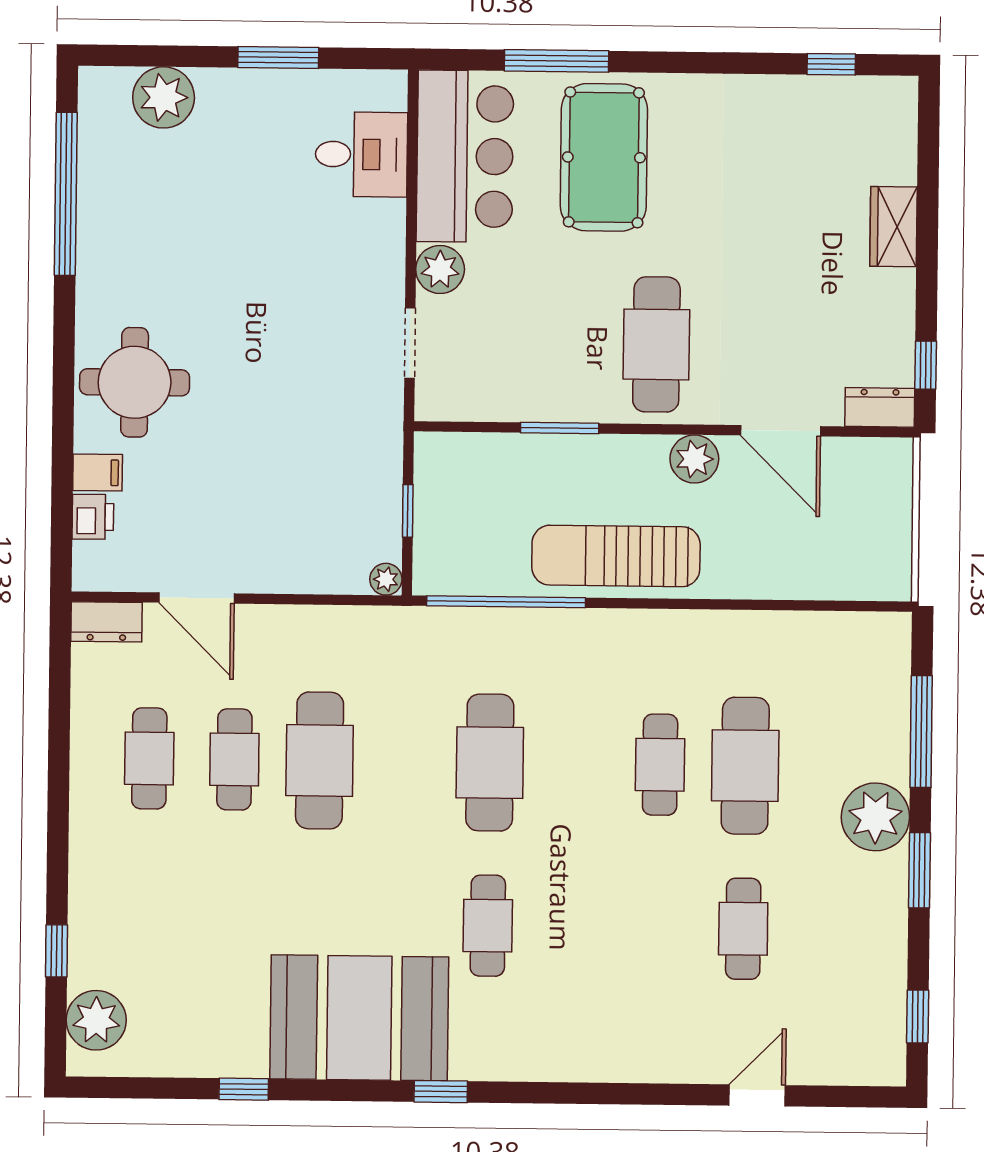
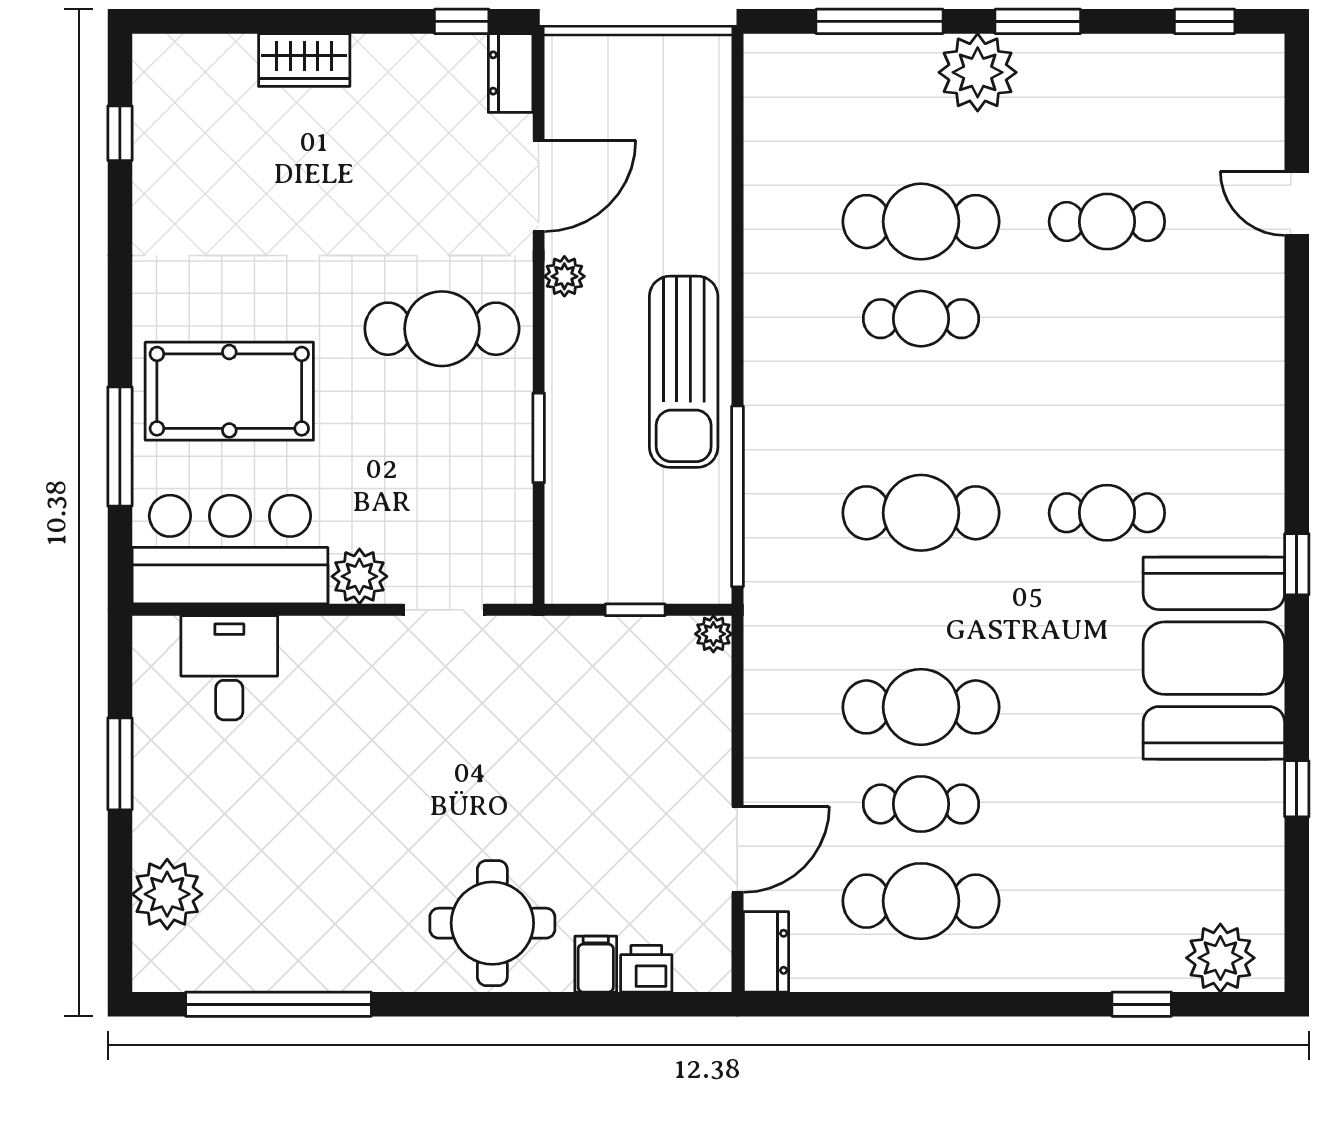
plant: (694, 459) -> (564, 276), width x0.73, depth x0.73
cafe table: (149, 758) -> (921, 901), width x1.37, depth x1.35

